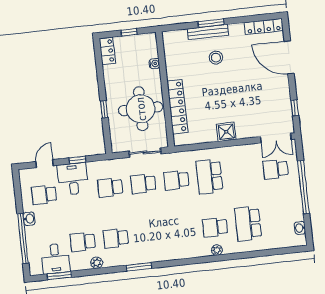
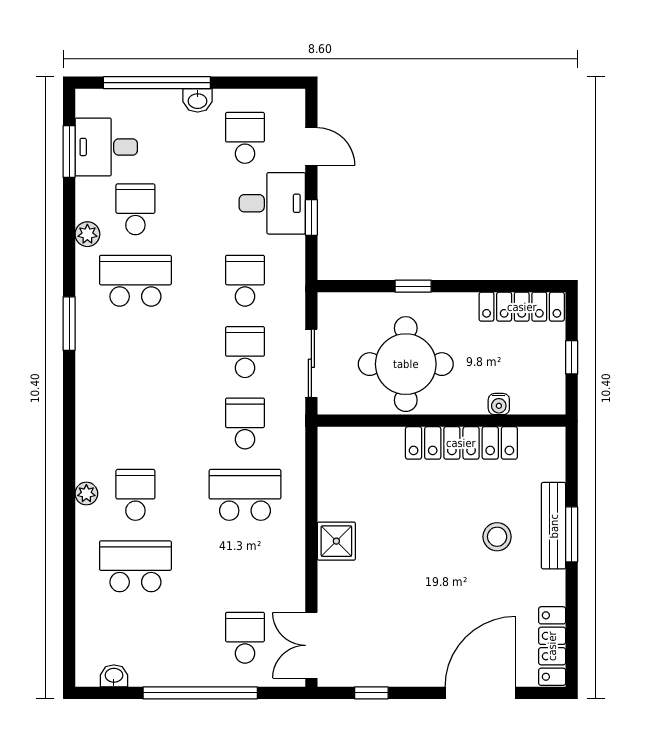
locker: (107, 51) -> (522, 307), width x1.53
locker: (177, 107) -> (461, 443), moved
school desk: (116, 238) -> (135, 281), width x1.85

